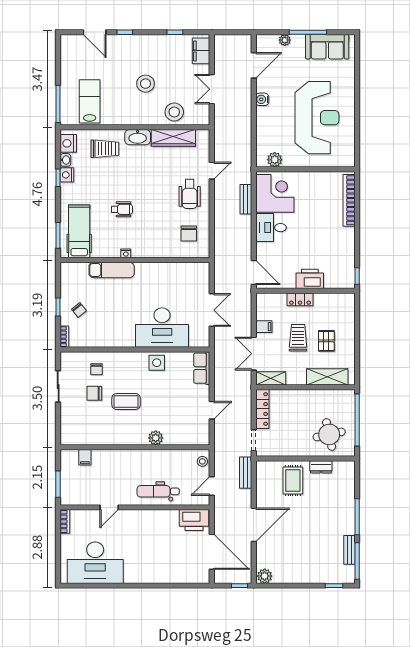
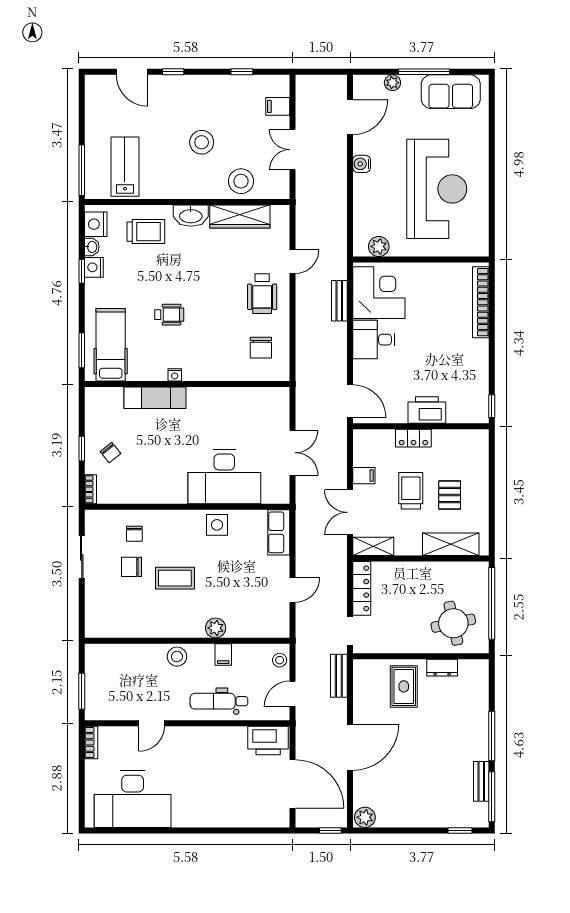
filing cabinet: (201, 51) -> (278, 106), width x0.50
filing cabinet: (85, 457) -> (223, 654), moved
stool: (127, 459) -> (177, 657), added

